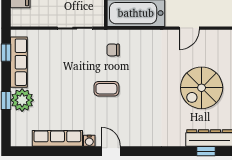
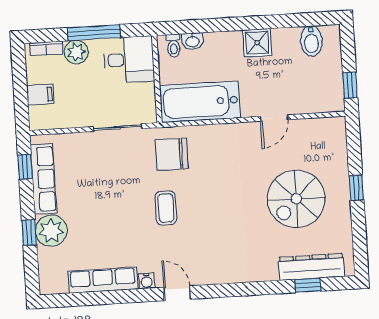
chair: (113, 50) -> (172, 154), width x1.87, depth x1.87
coffee table: (106, 89) -> (166, 208), turned 90

